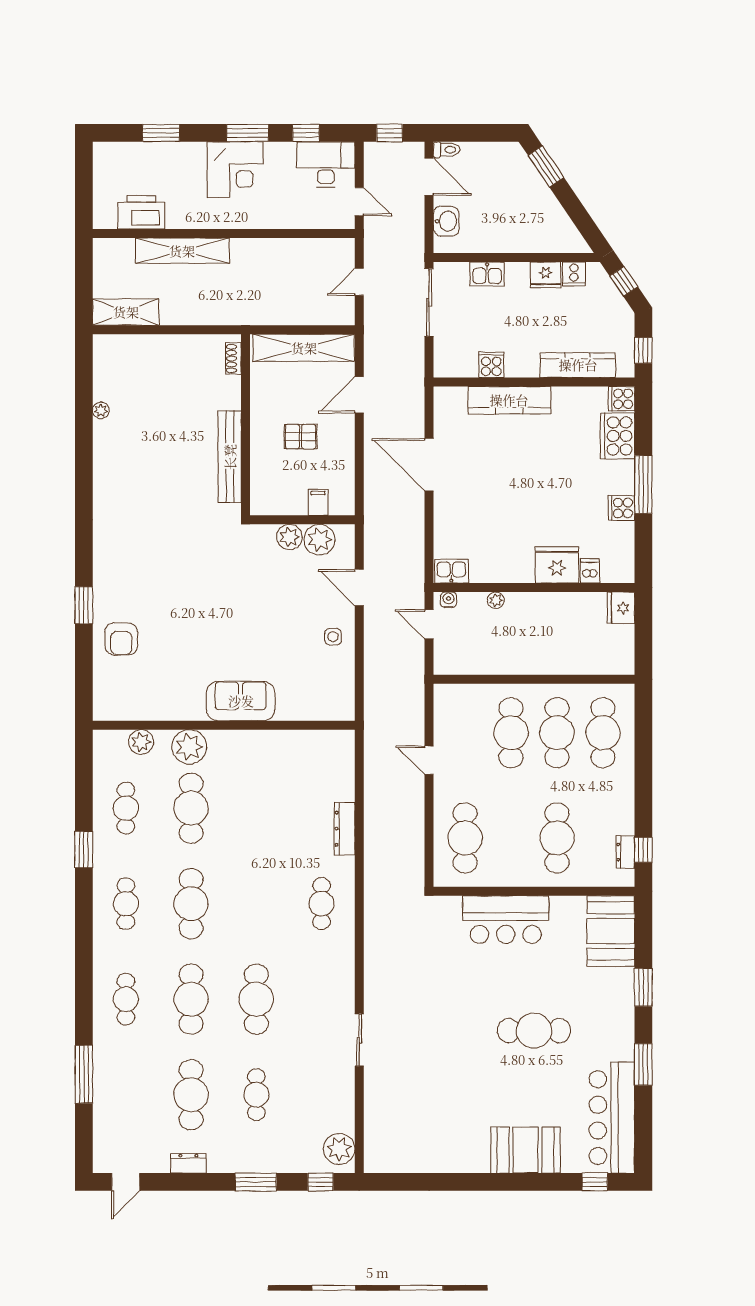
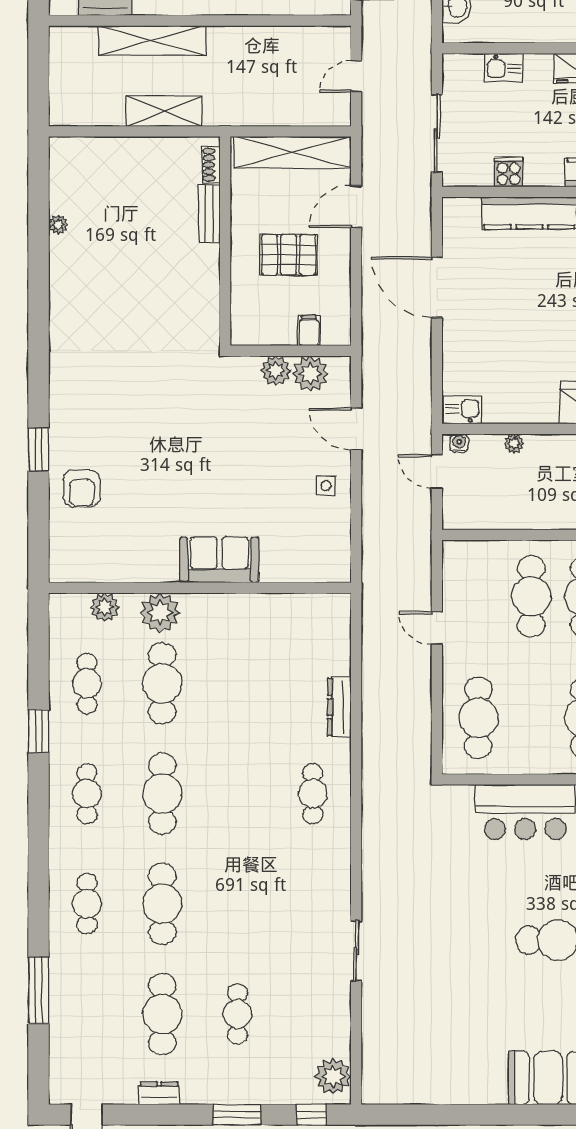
sliding door: (429, 302) -> (437, 133), moved
shelving: (126, 312) -> (164, 111), moved
pallet: (301, 437) -> (289, 255), width x1.50, depth x1.42
bench: (230, 457) -> (209, 214), moved, width x0.54, depth x0.82
cafe table: (256, 999) -> (238, 904), removed

